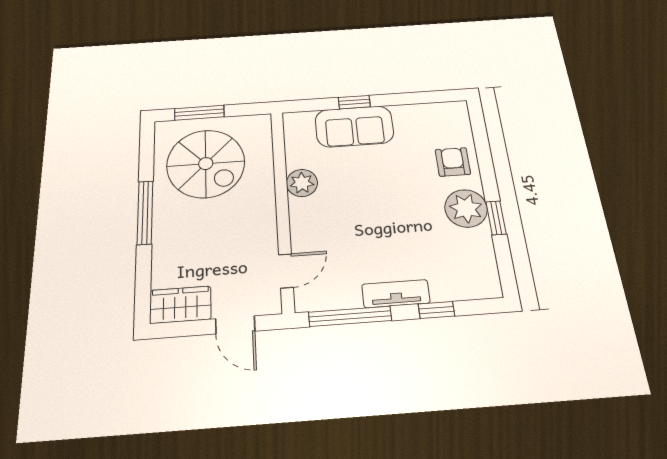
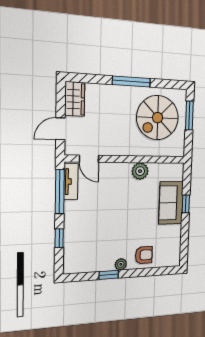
plant: (466, 208) -> (121, 264), width x0.53, depth x0.53
tv unit: (396, 294) -> (71, 182), moved

